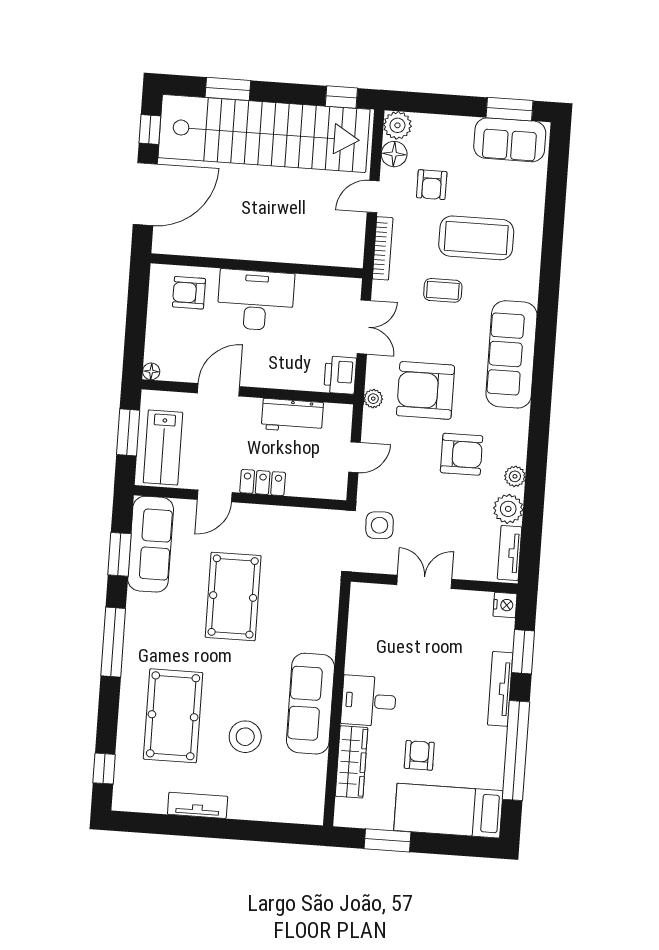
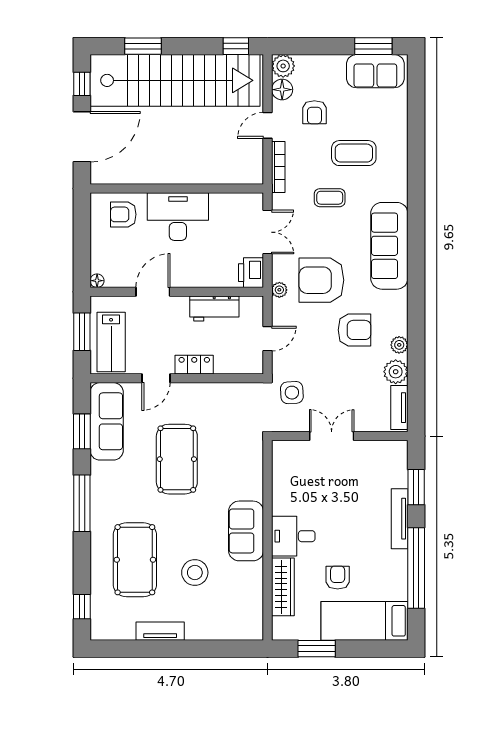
coffee table: (476, 238) -> (354, 153), width x0.73, depth x0.76
nightstand: (505, 605) -> (399, 450), removed
sofa: (310, 704) -> (246, 531), width x0.73

